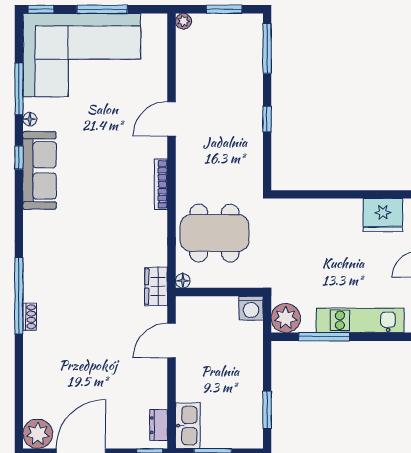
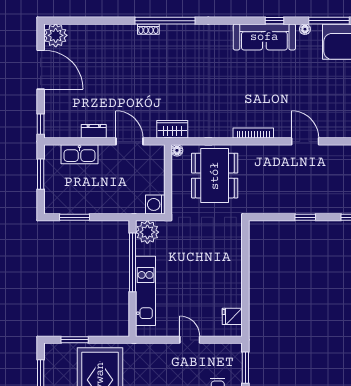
fridge: (383, 215) -> (232, 316), width x0.53, depth x0.75
window: (324, 337) -> (133, 262), width x1.46
dresser: (159, 425) -> (94, 131), moved
kitchen sink: (188, 426) -> (80, 154), moved

